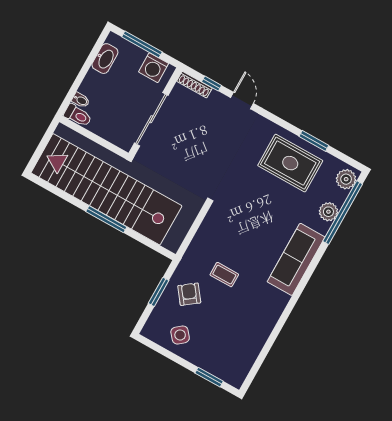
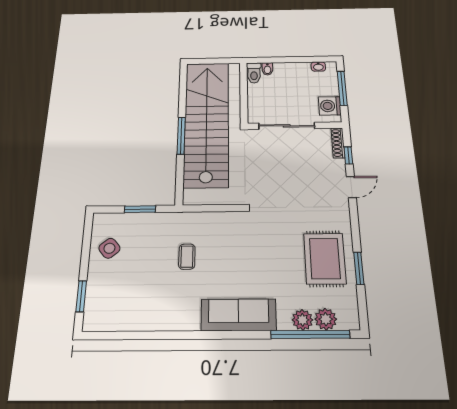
washbasin: (105, 59) -> (318, 67), width x0.52, depth x0.69
plant: (346, 179) -> (326, 319), moved
armchair: (189, 294) -> (152, 236), removed

